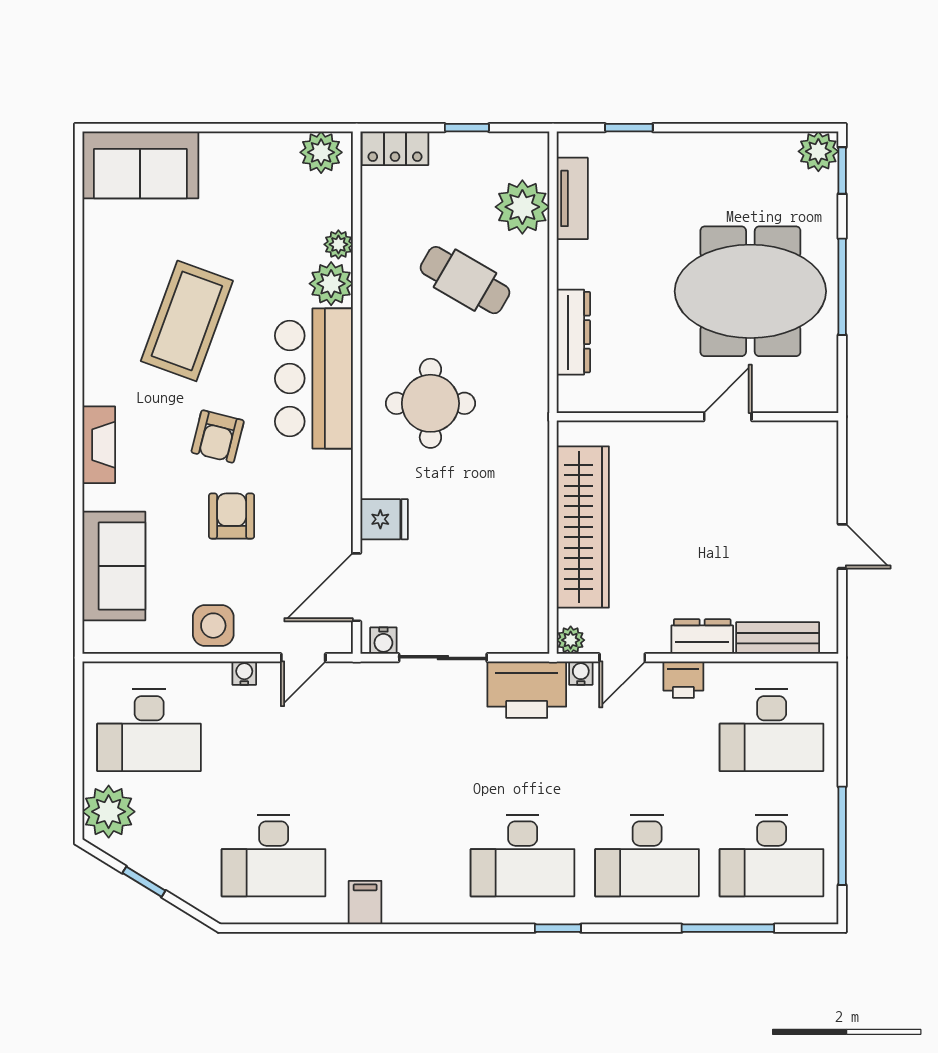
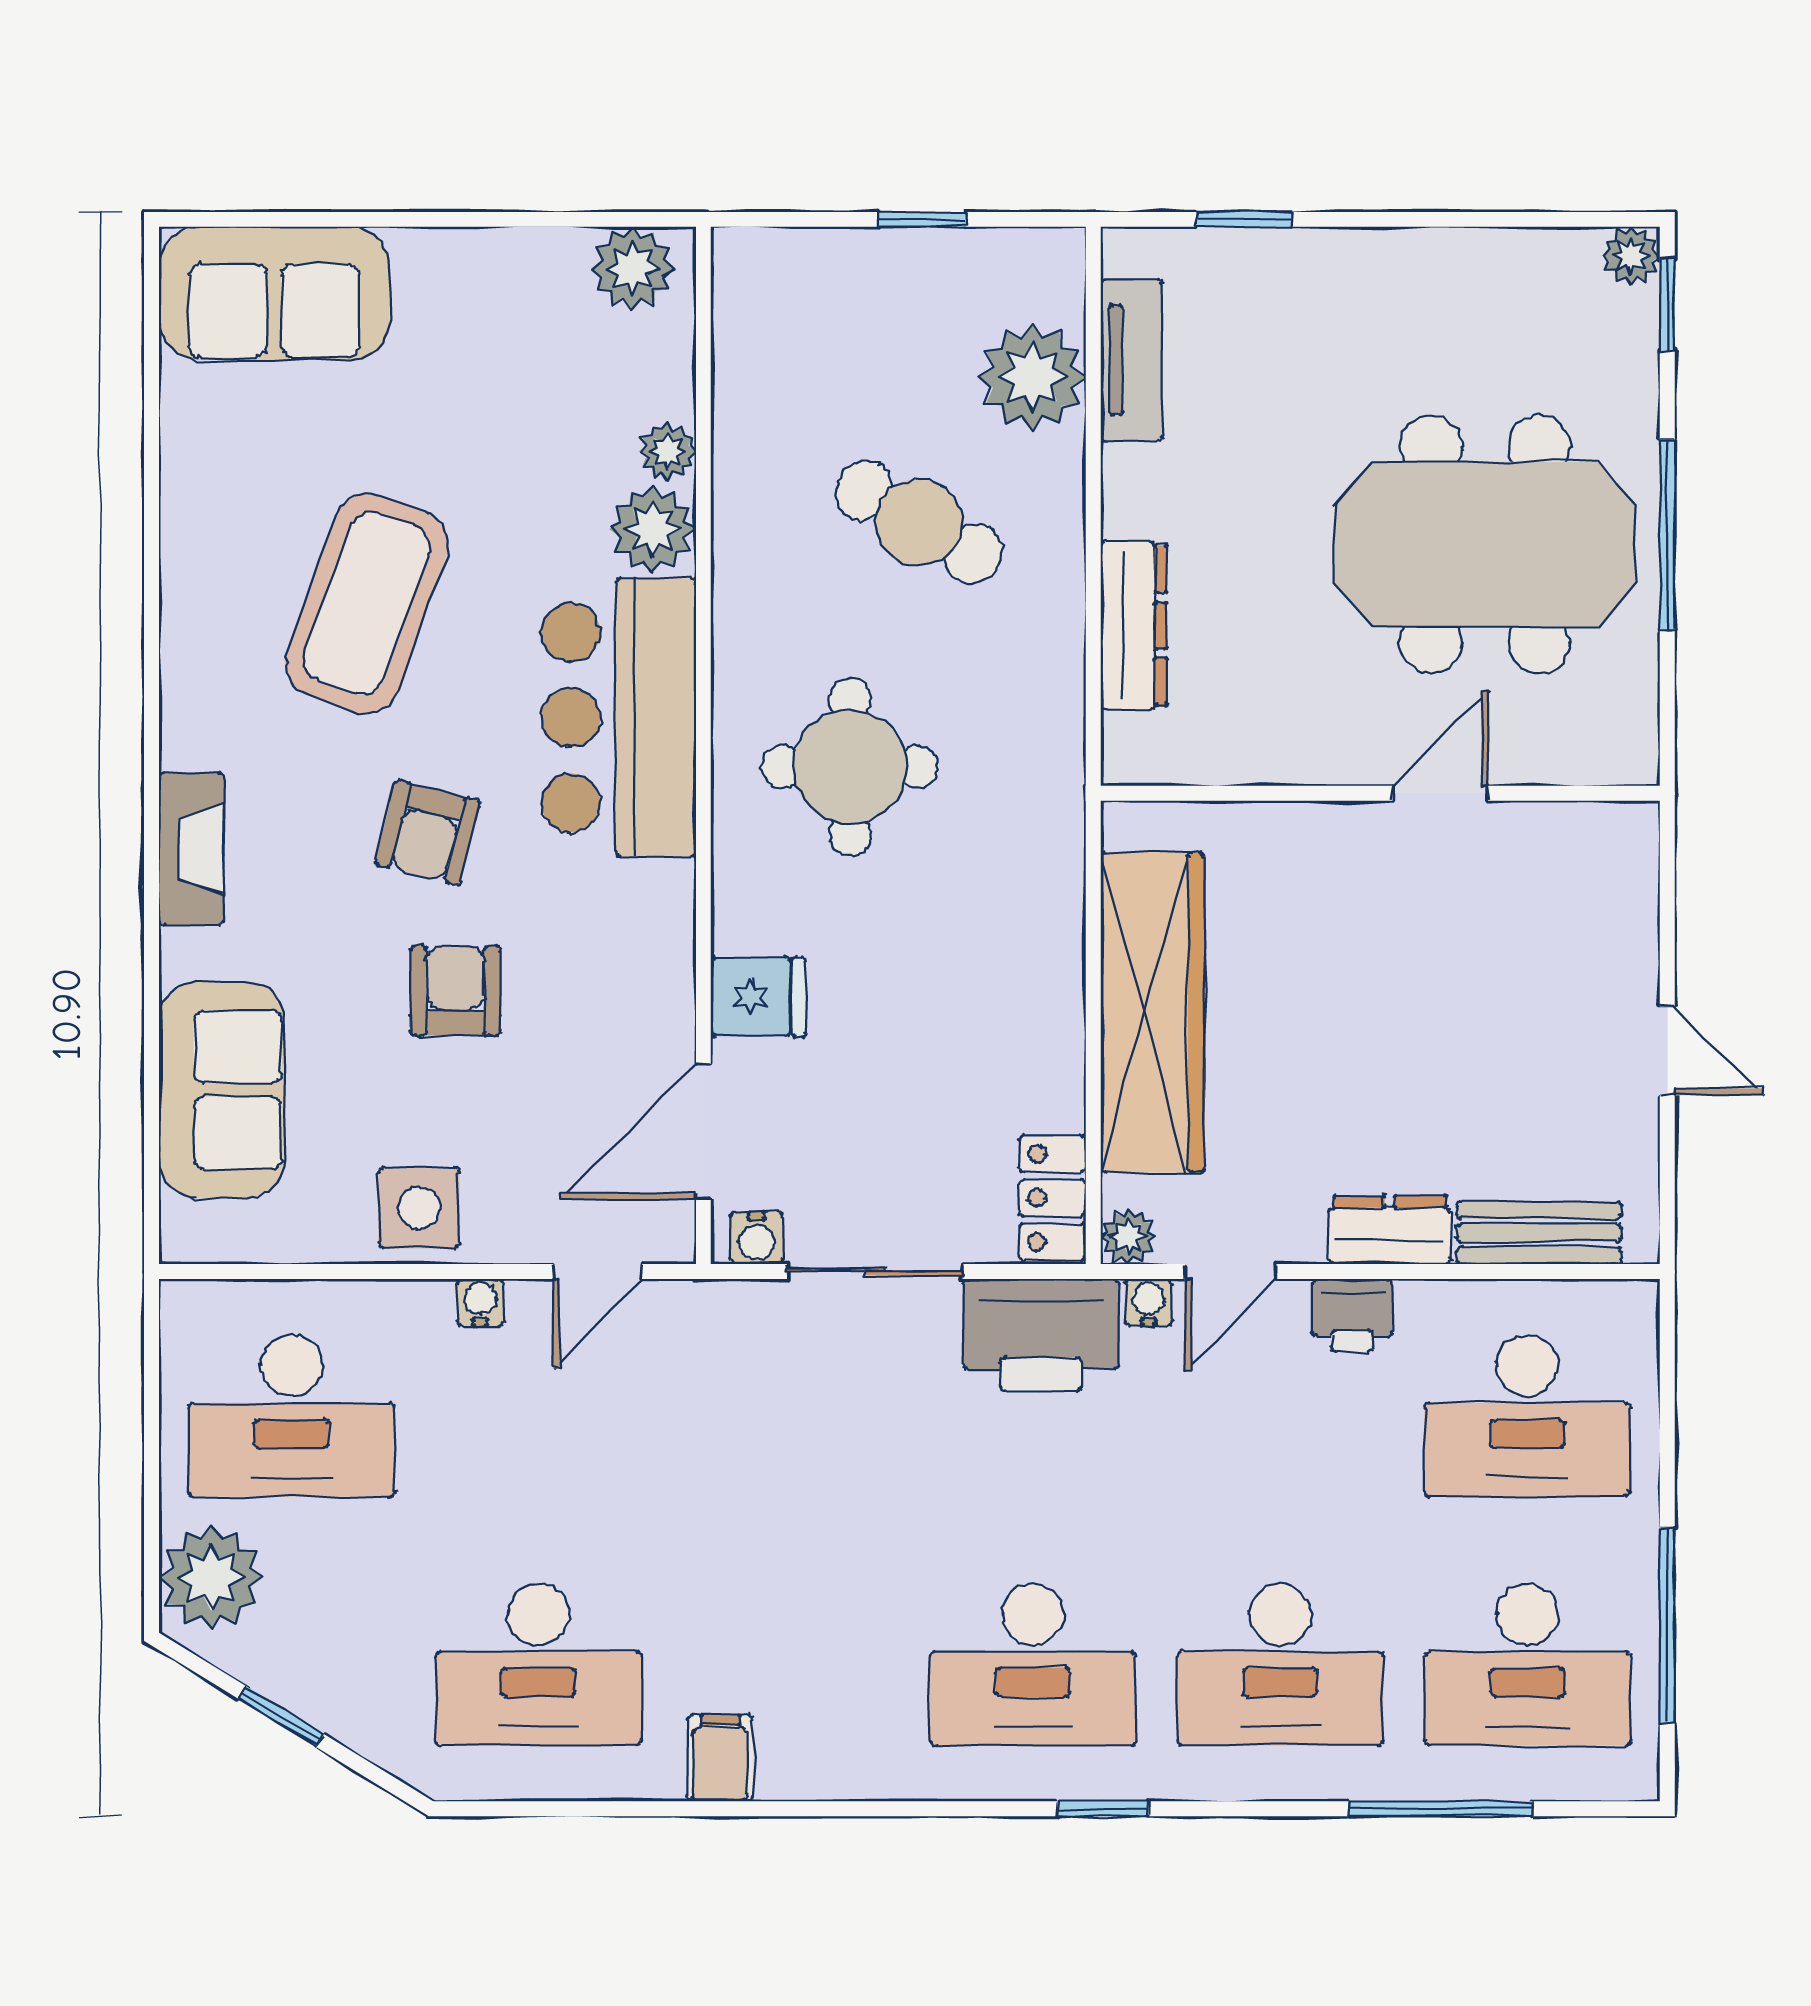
locker: (395, 148) -> (1052, 1198), moved, turned 90
plant: (818, 151) -> (1631, 256), width x0.73, depth x0.73

